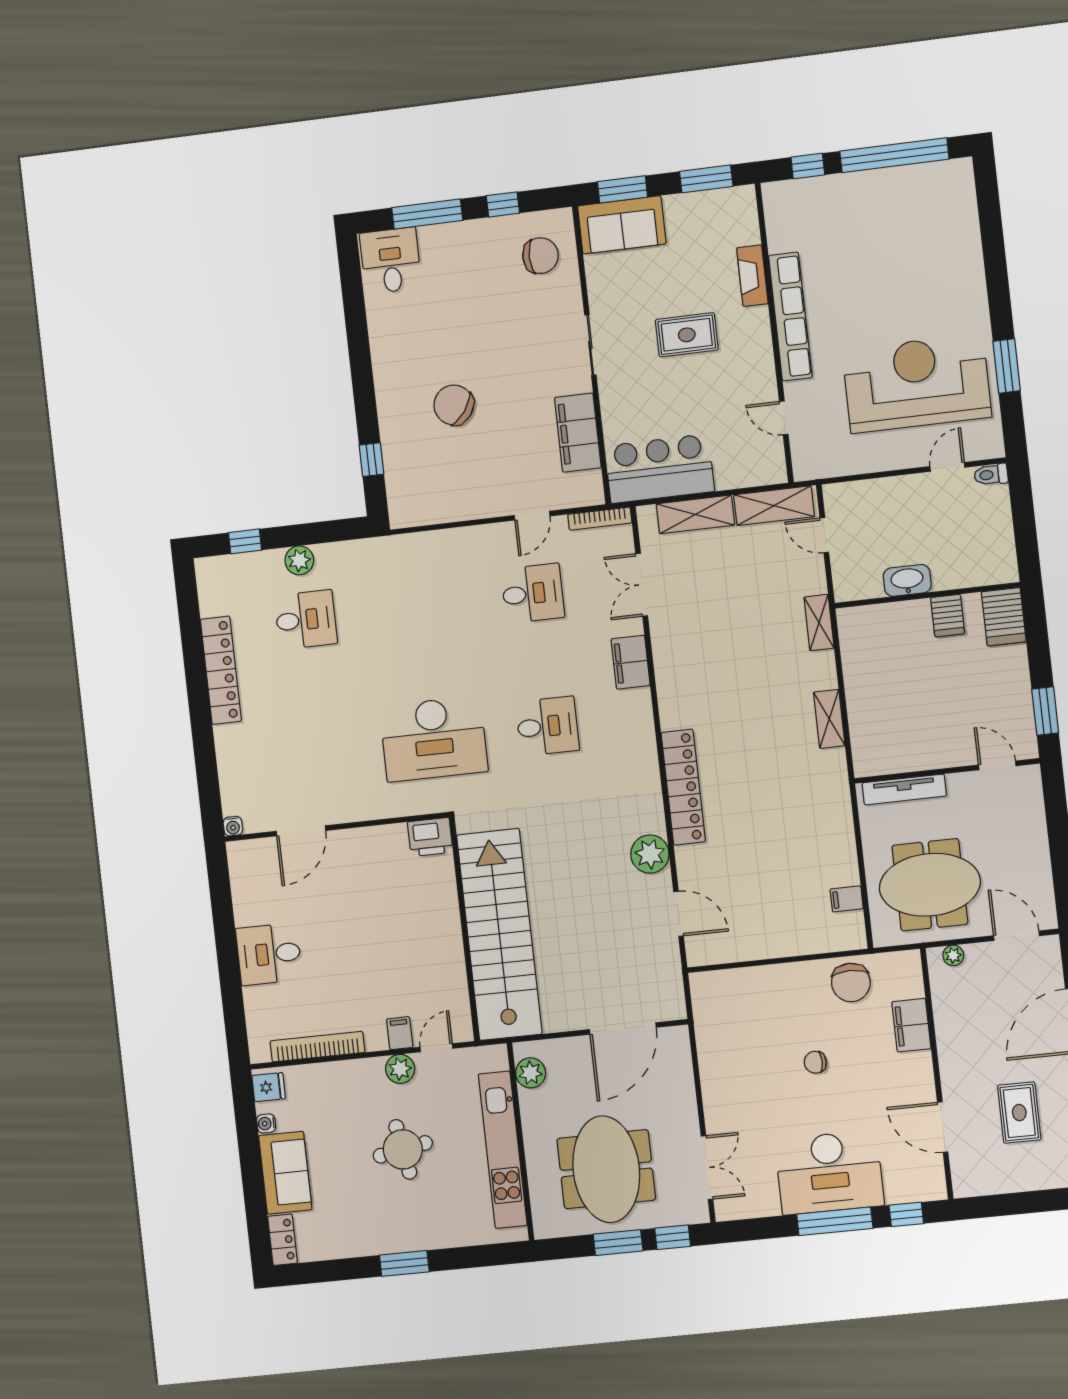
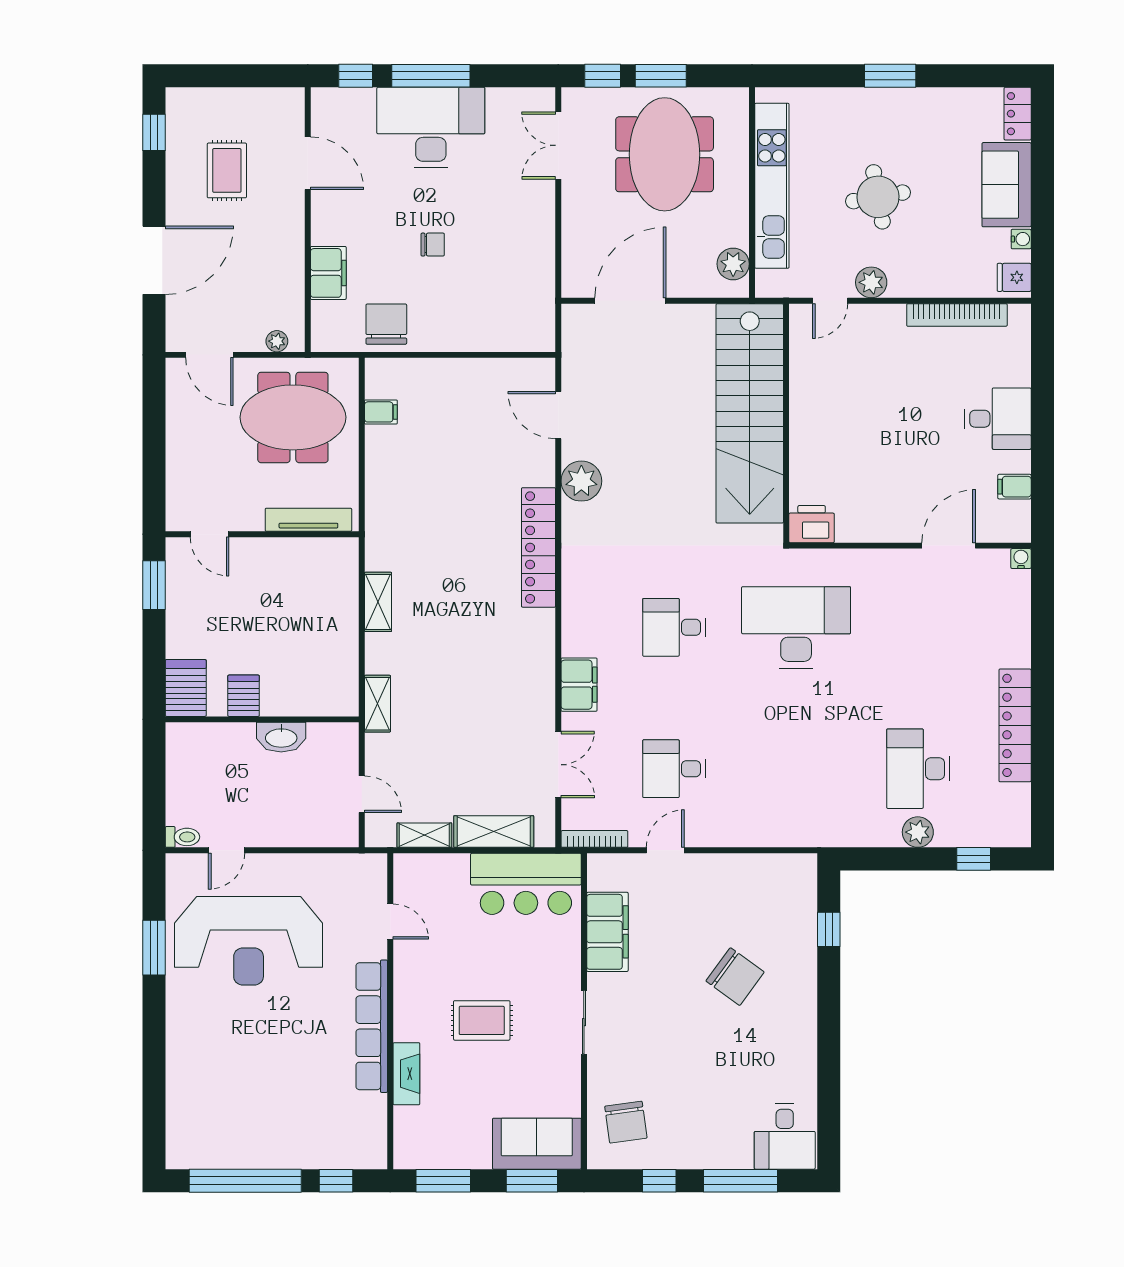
chair: (540, 256) -> (626, 1122), turned -98
shelving: (774, 506) -> (424, 835), width x0.67, depth x0.75
desk: (306, 620) -> (918, 769), width x1.37
filing cabinet: (400, 1033) -> (1014, 487), moved, turned 90

